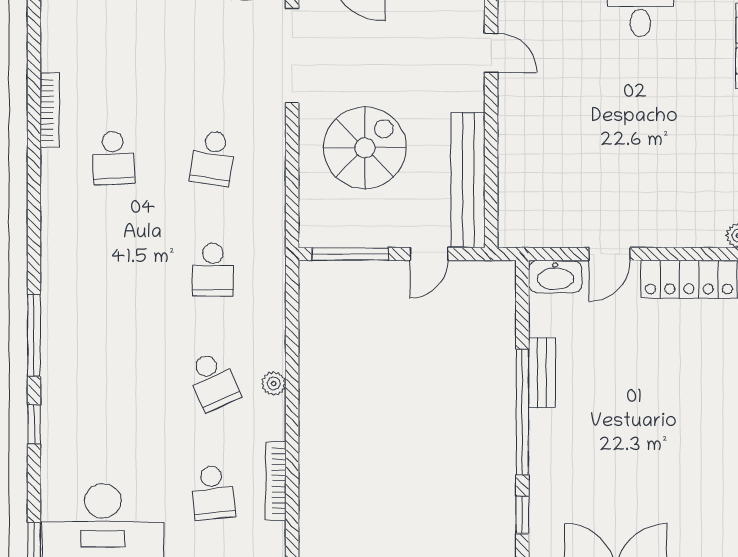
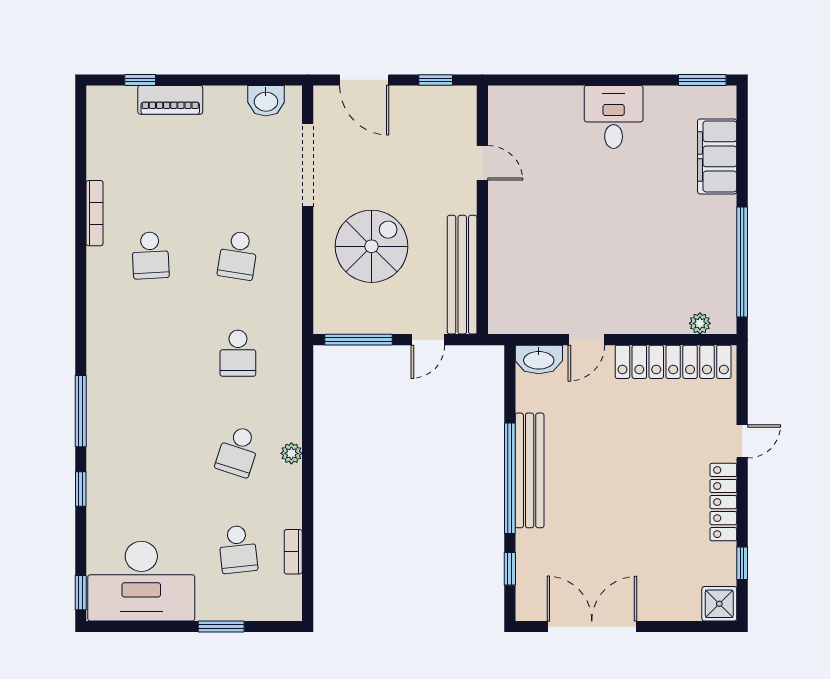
bench: (542, 373) -> (530, 470), width x1.86, depth x1.21
school desk: (213, 381) -> (238, 451), turned 42
bookcase: (276, 481) -> (293, 552), width x0.64

